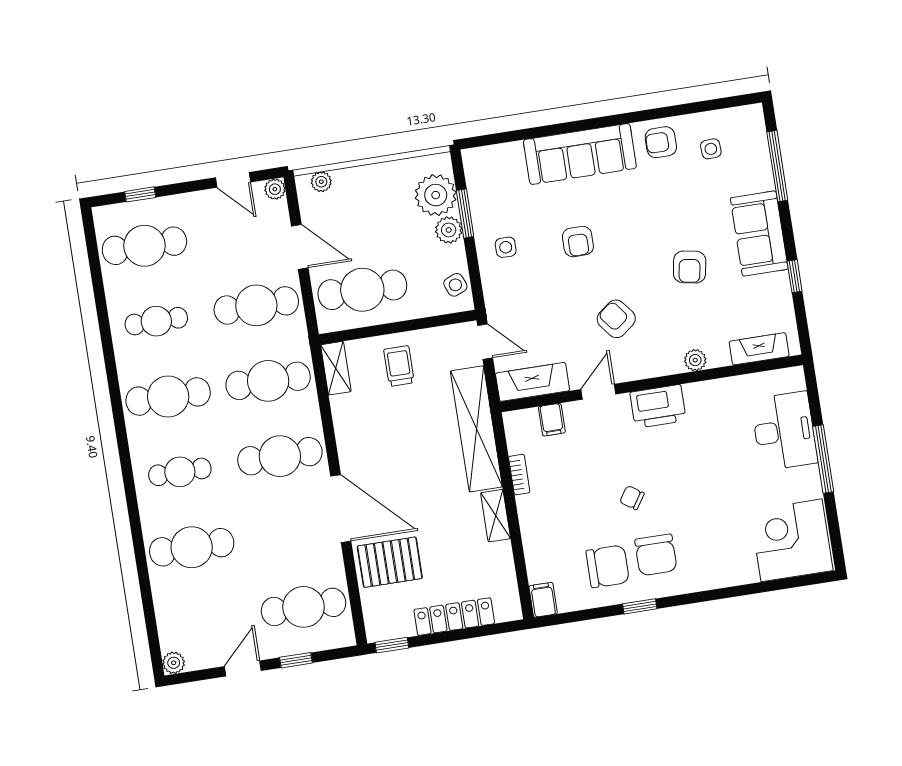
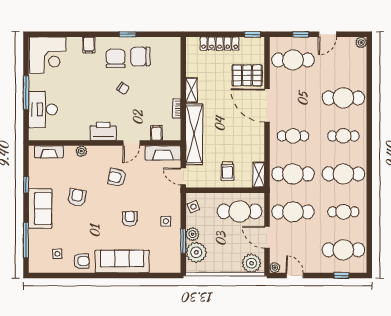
plant: (321, 182) -> (251, 263), width x1.87, depth x1.87
armchair: (616, 319) -> (117, 178), turned 140
cafe table: (280, 456) -> (293, 136), width x0.73, depth x0.74
filing cabinet: (543, 600) -> (89, 45), moved

